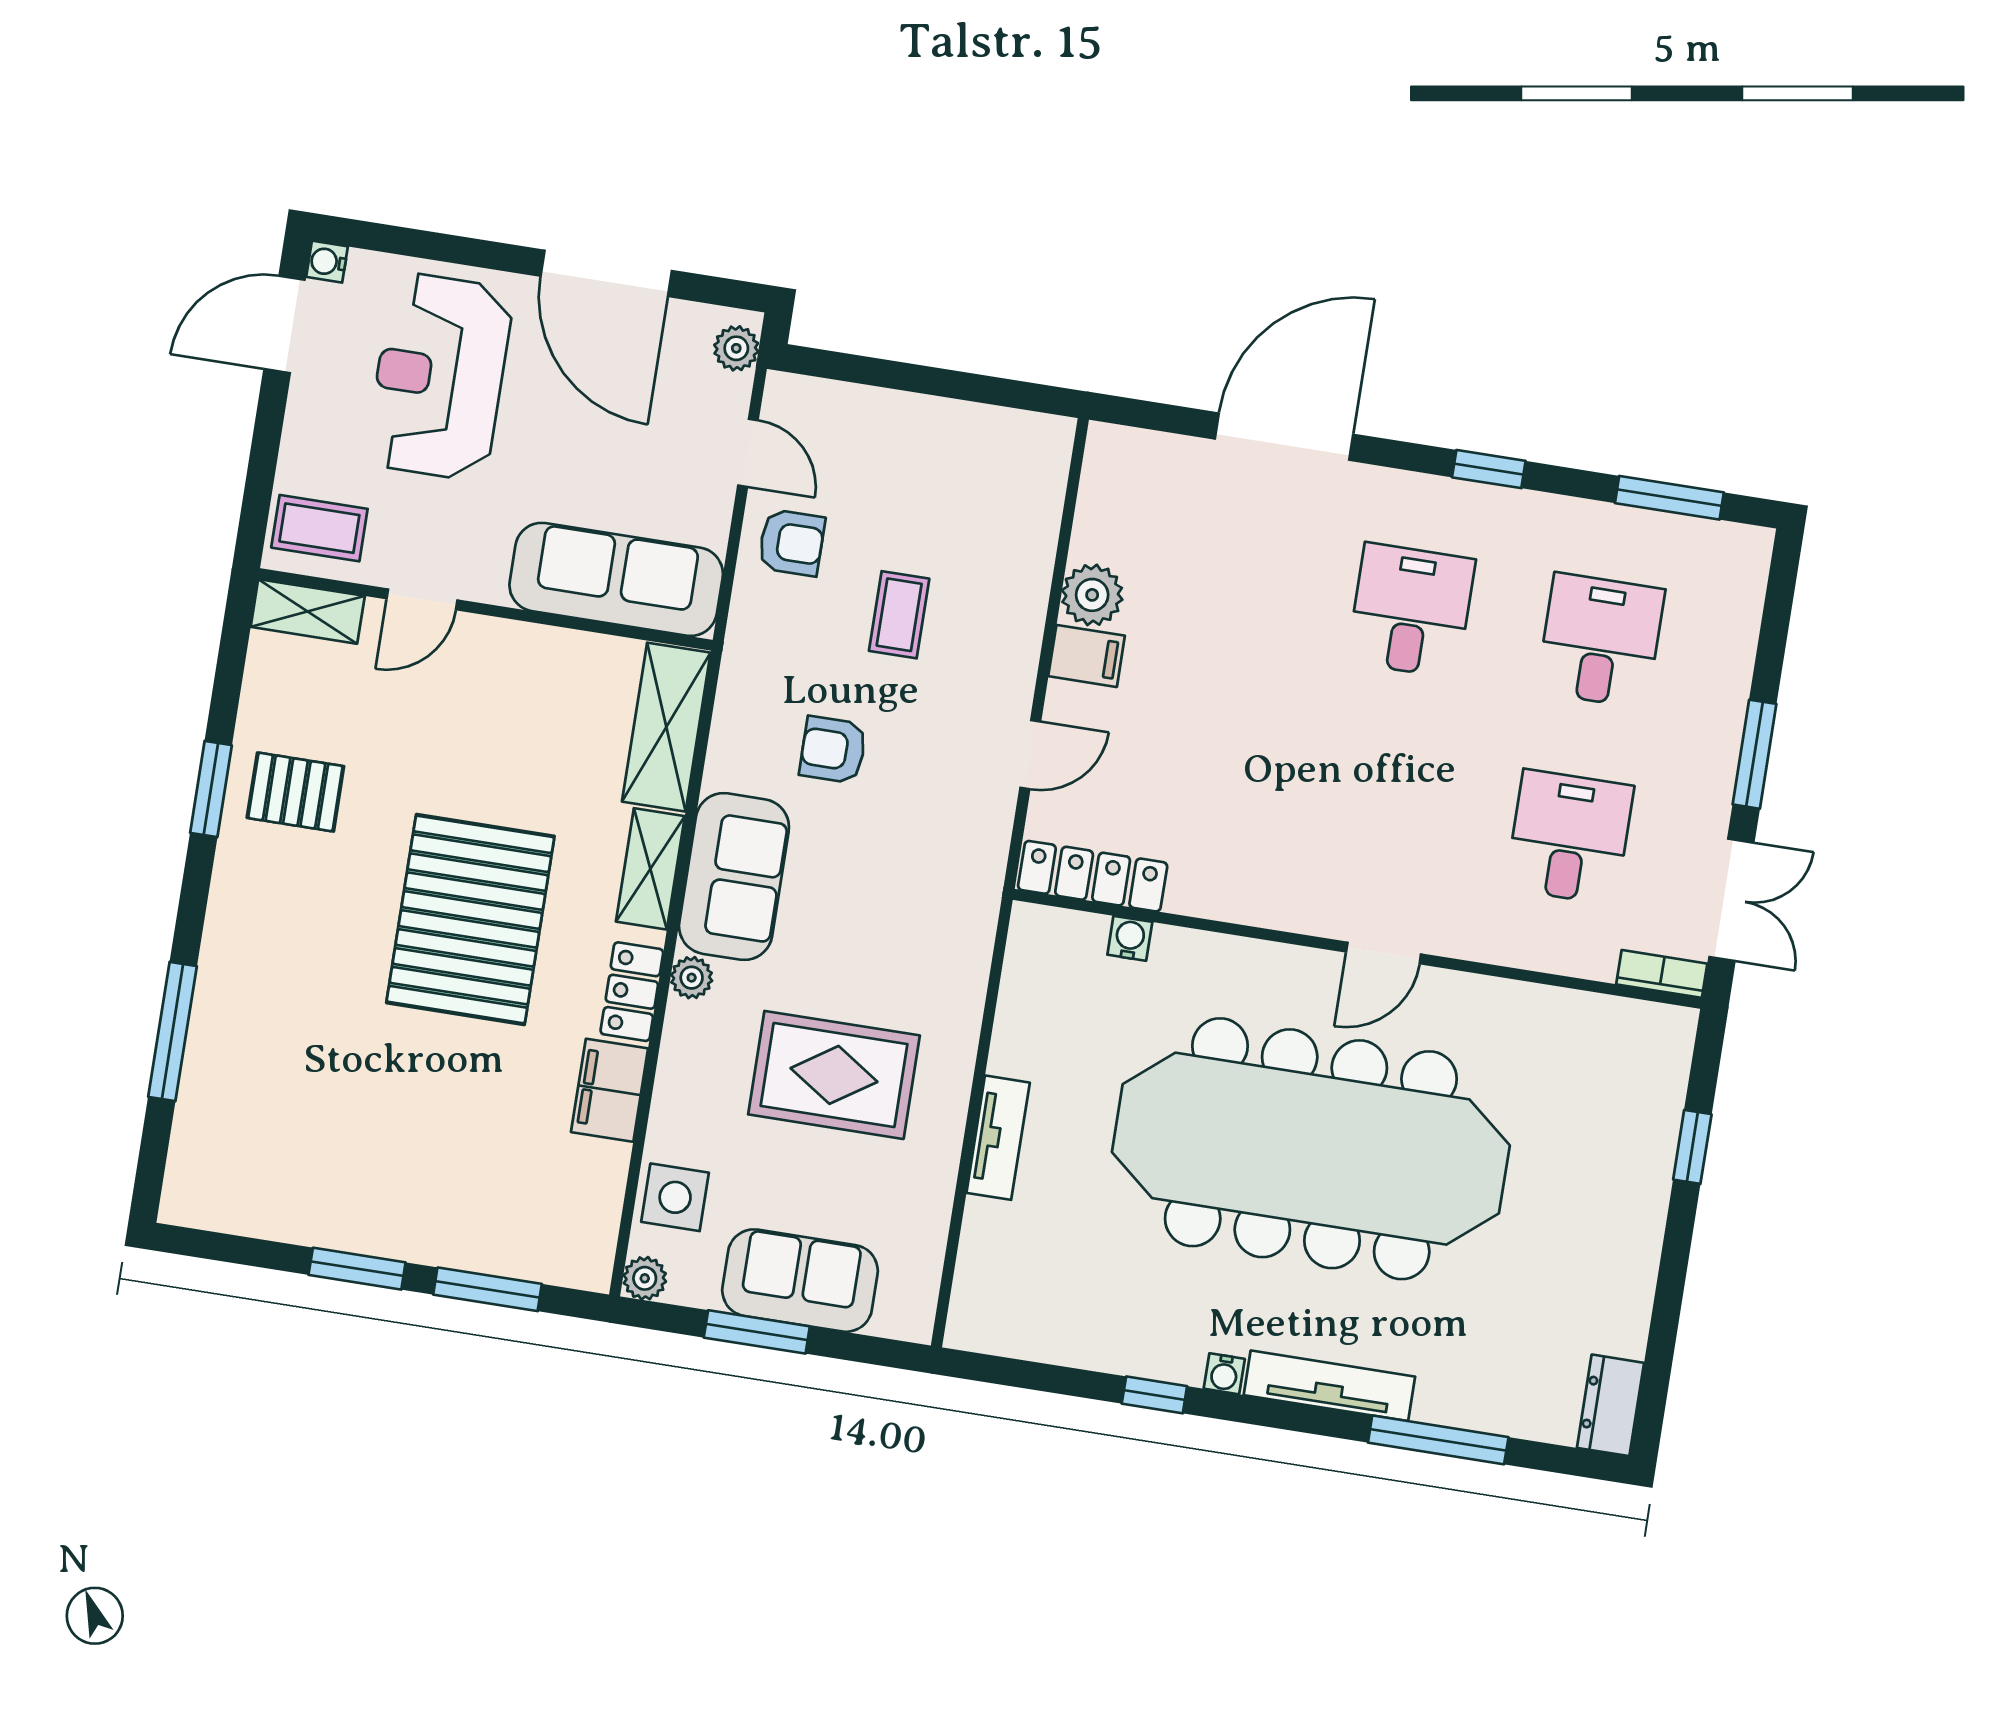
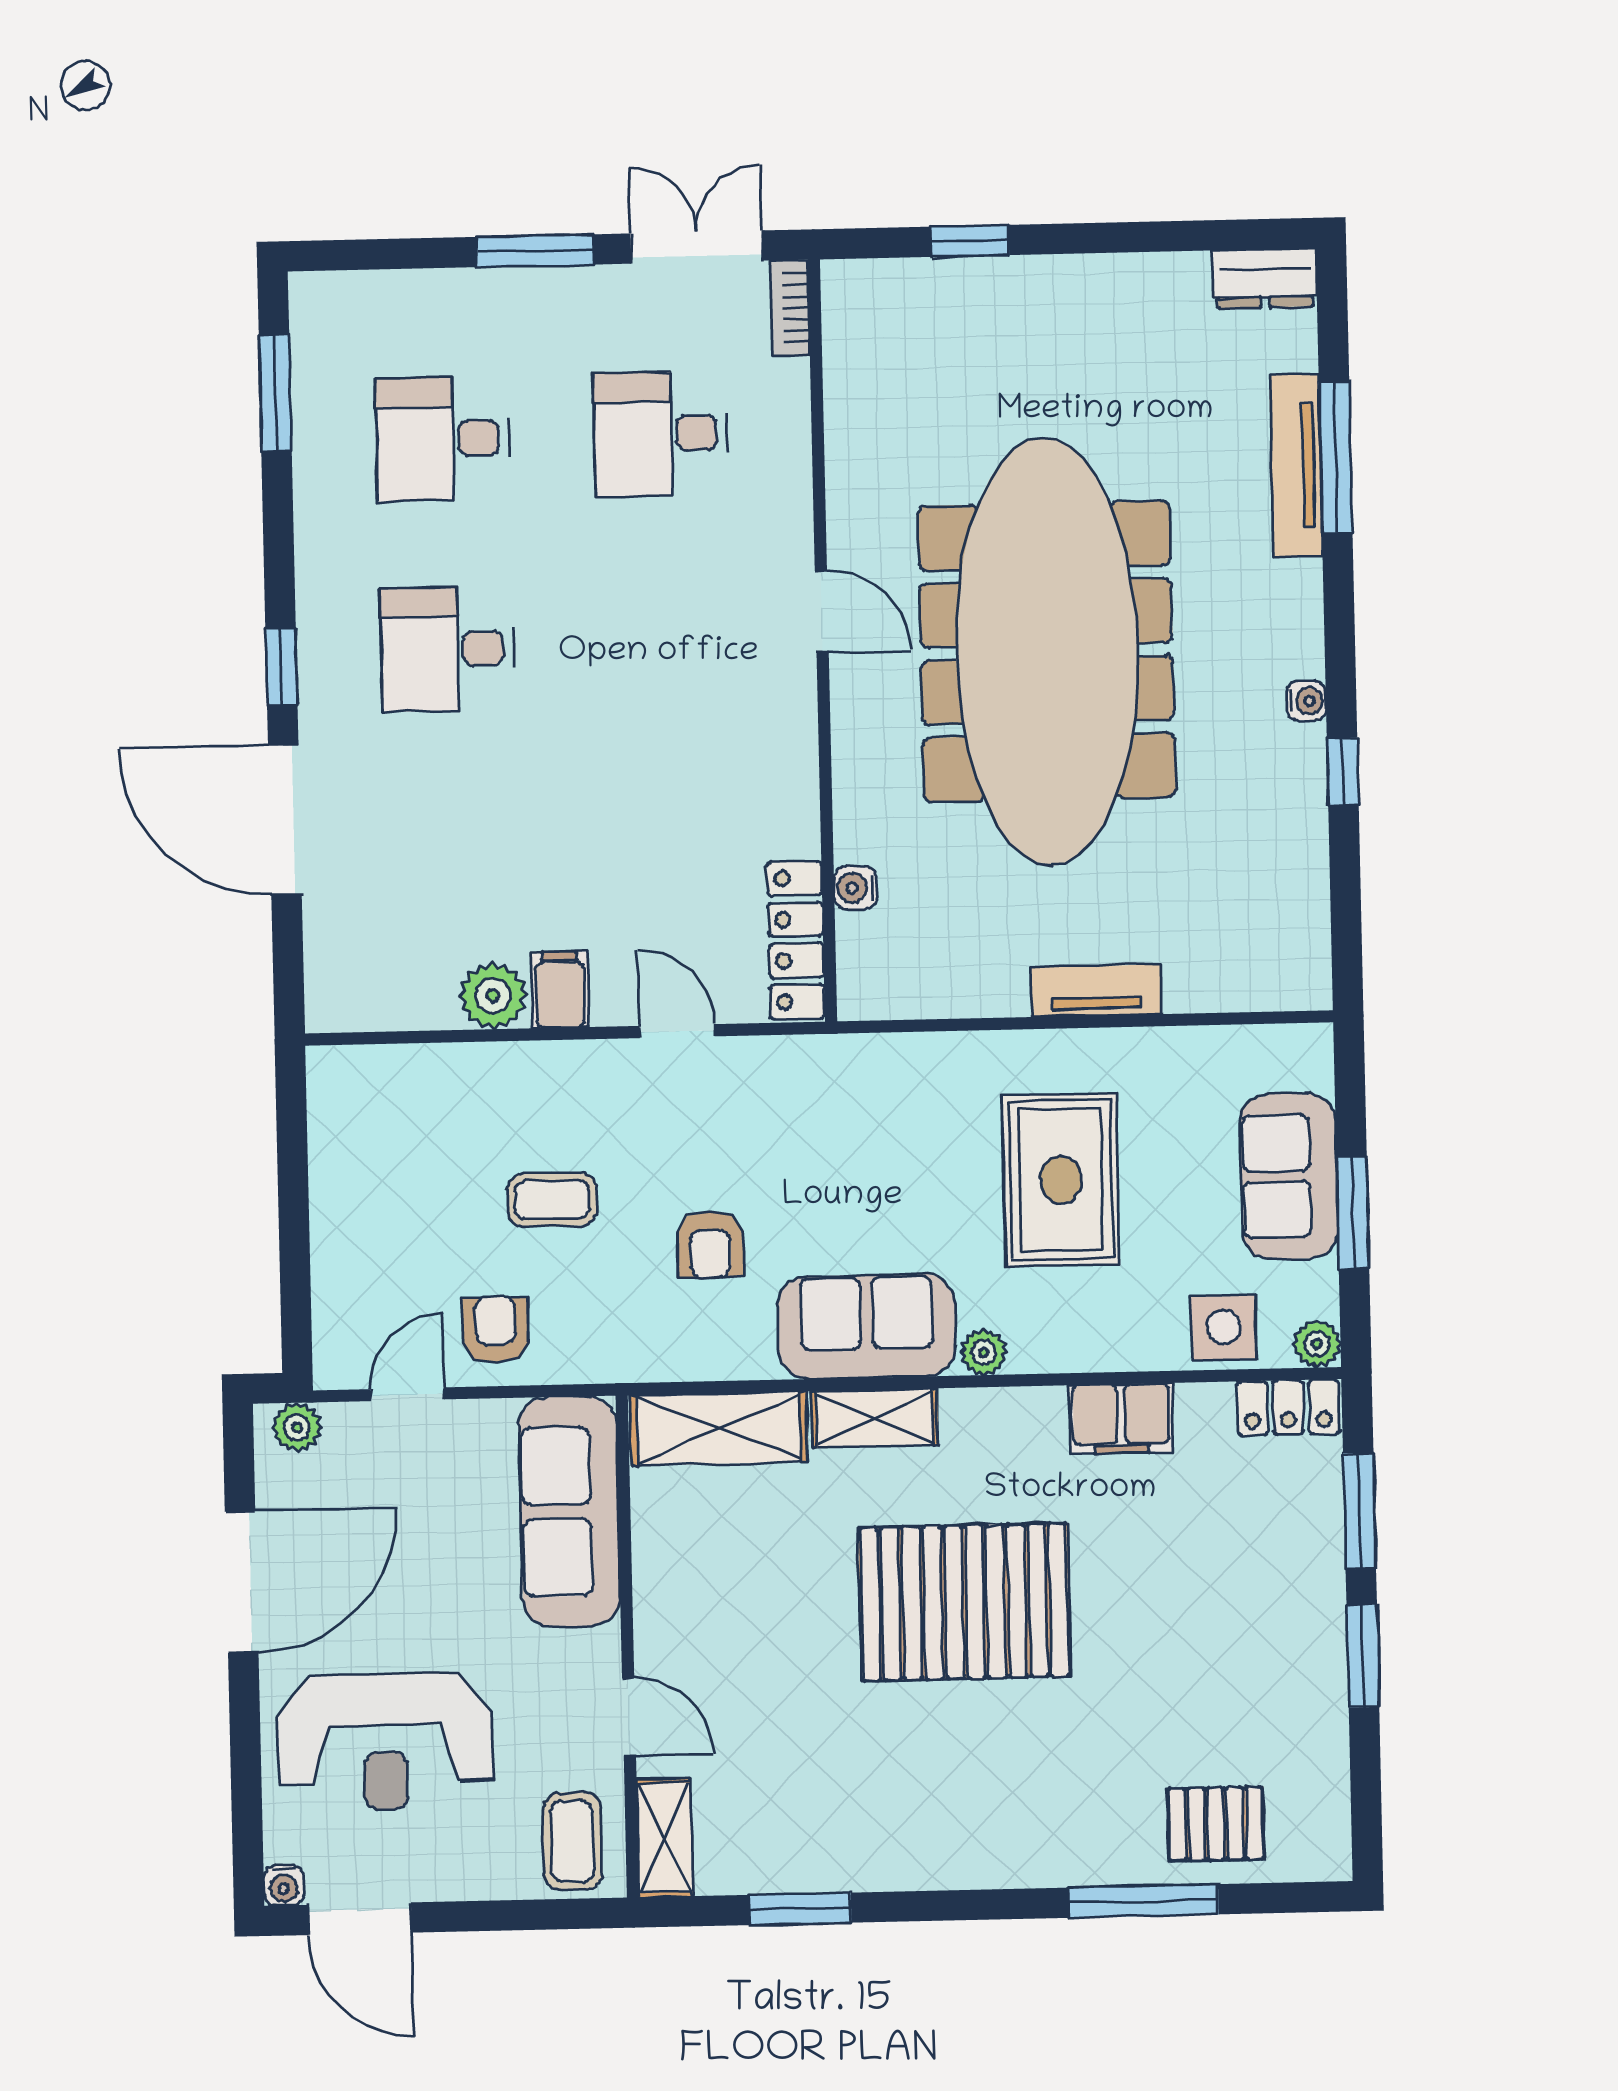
window: (1489, 469) -> (281, 666), moved
window: (211, 789) -> (800, 1909), moved
pallet: (295, 792) -> (1216, 1824), moved, turned 90
locker: (632, 992) -> (1288, 1408), moved
tv unit: (1329, 1386) -> (1296, 465), moved

